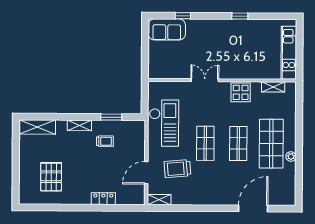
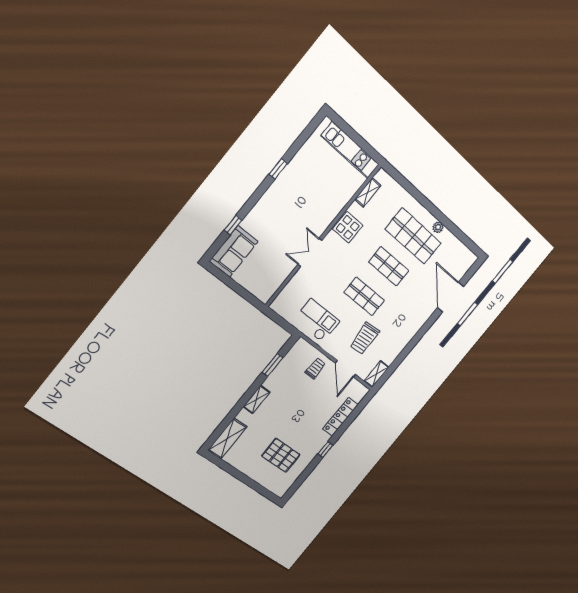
checkout: (164, 123) -> (317, 321), width x0.73, depth x0.83
trolley: (105, 141) -> (315, 368), moved
locker: (103, 199) -> (340, 417), width x1.53
window: (78, 208) -> (325, 450), added

